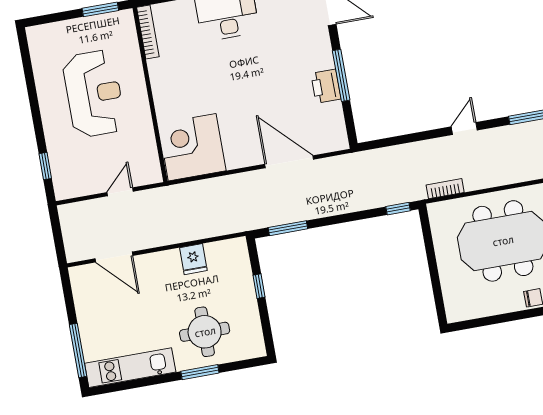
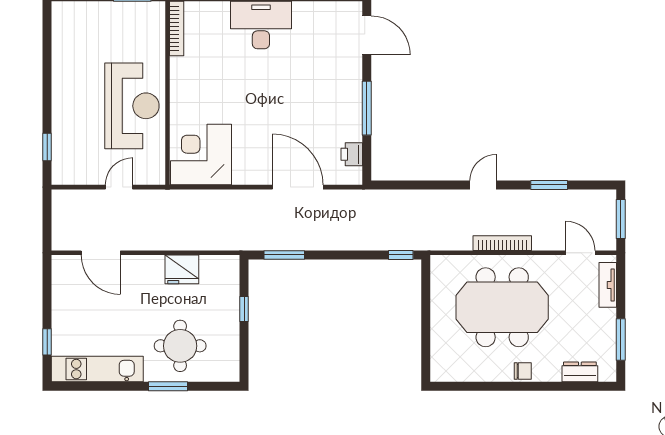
printer: (326, 86) -> (352, 154), moved, width x0.73, depth x0.81
reception desk: (94, 94) -> (132, 106), moved
bookcase: (445, 189) -> (502, 243), moved, width x1.56
fridge: (193, 259) -> (182, 269), width x1.38
window: (78, 350) -> (47, 342), width x0.46

